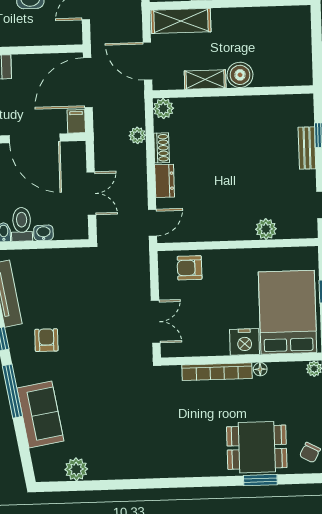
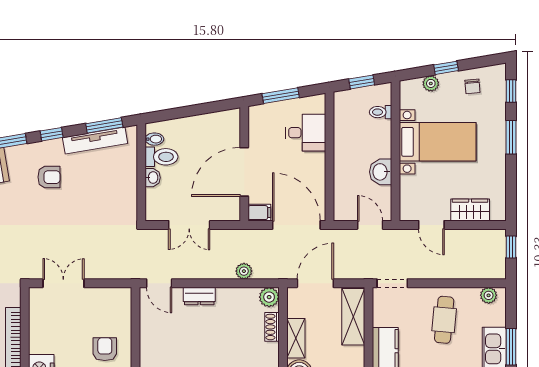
shoe rack: (162, 148) -> (272, 327), moved, turned 90
armchair: (190, 268) -> (105, 349), moved
double door: (156, 322) -> (63, 283), swing flipped

